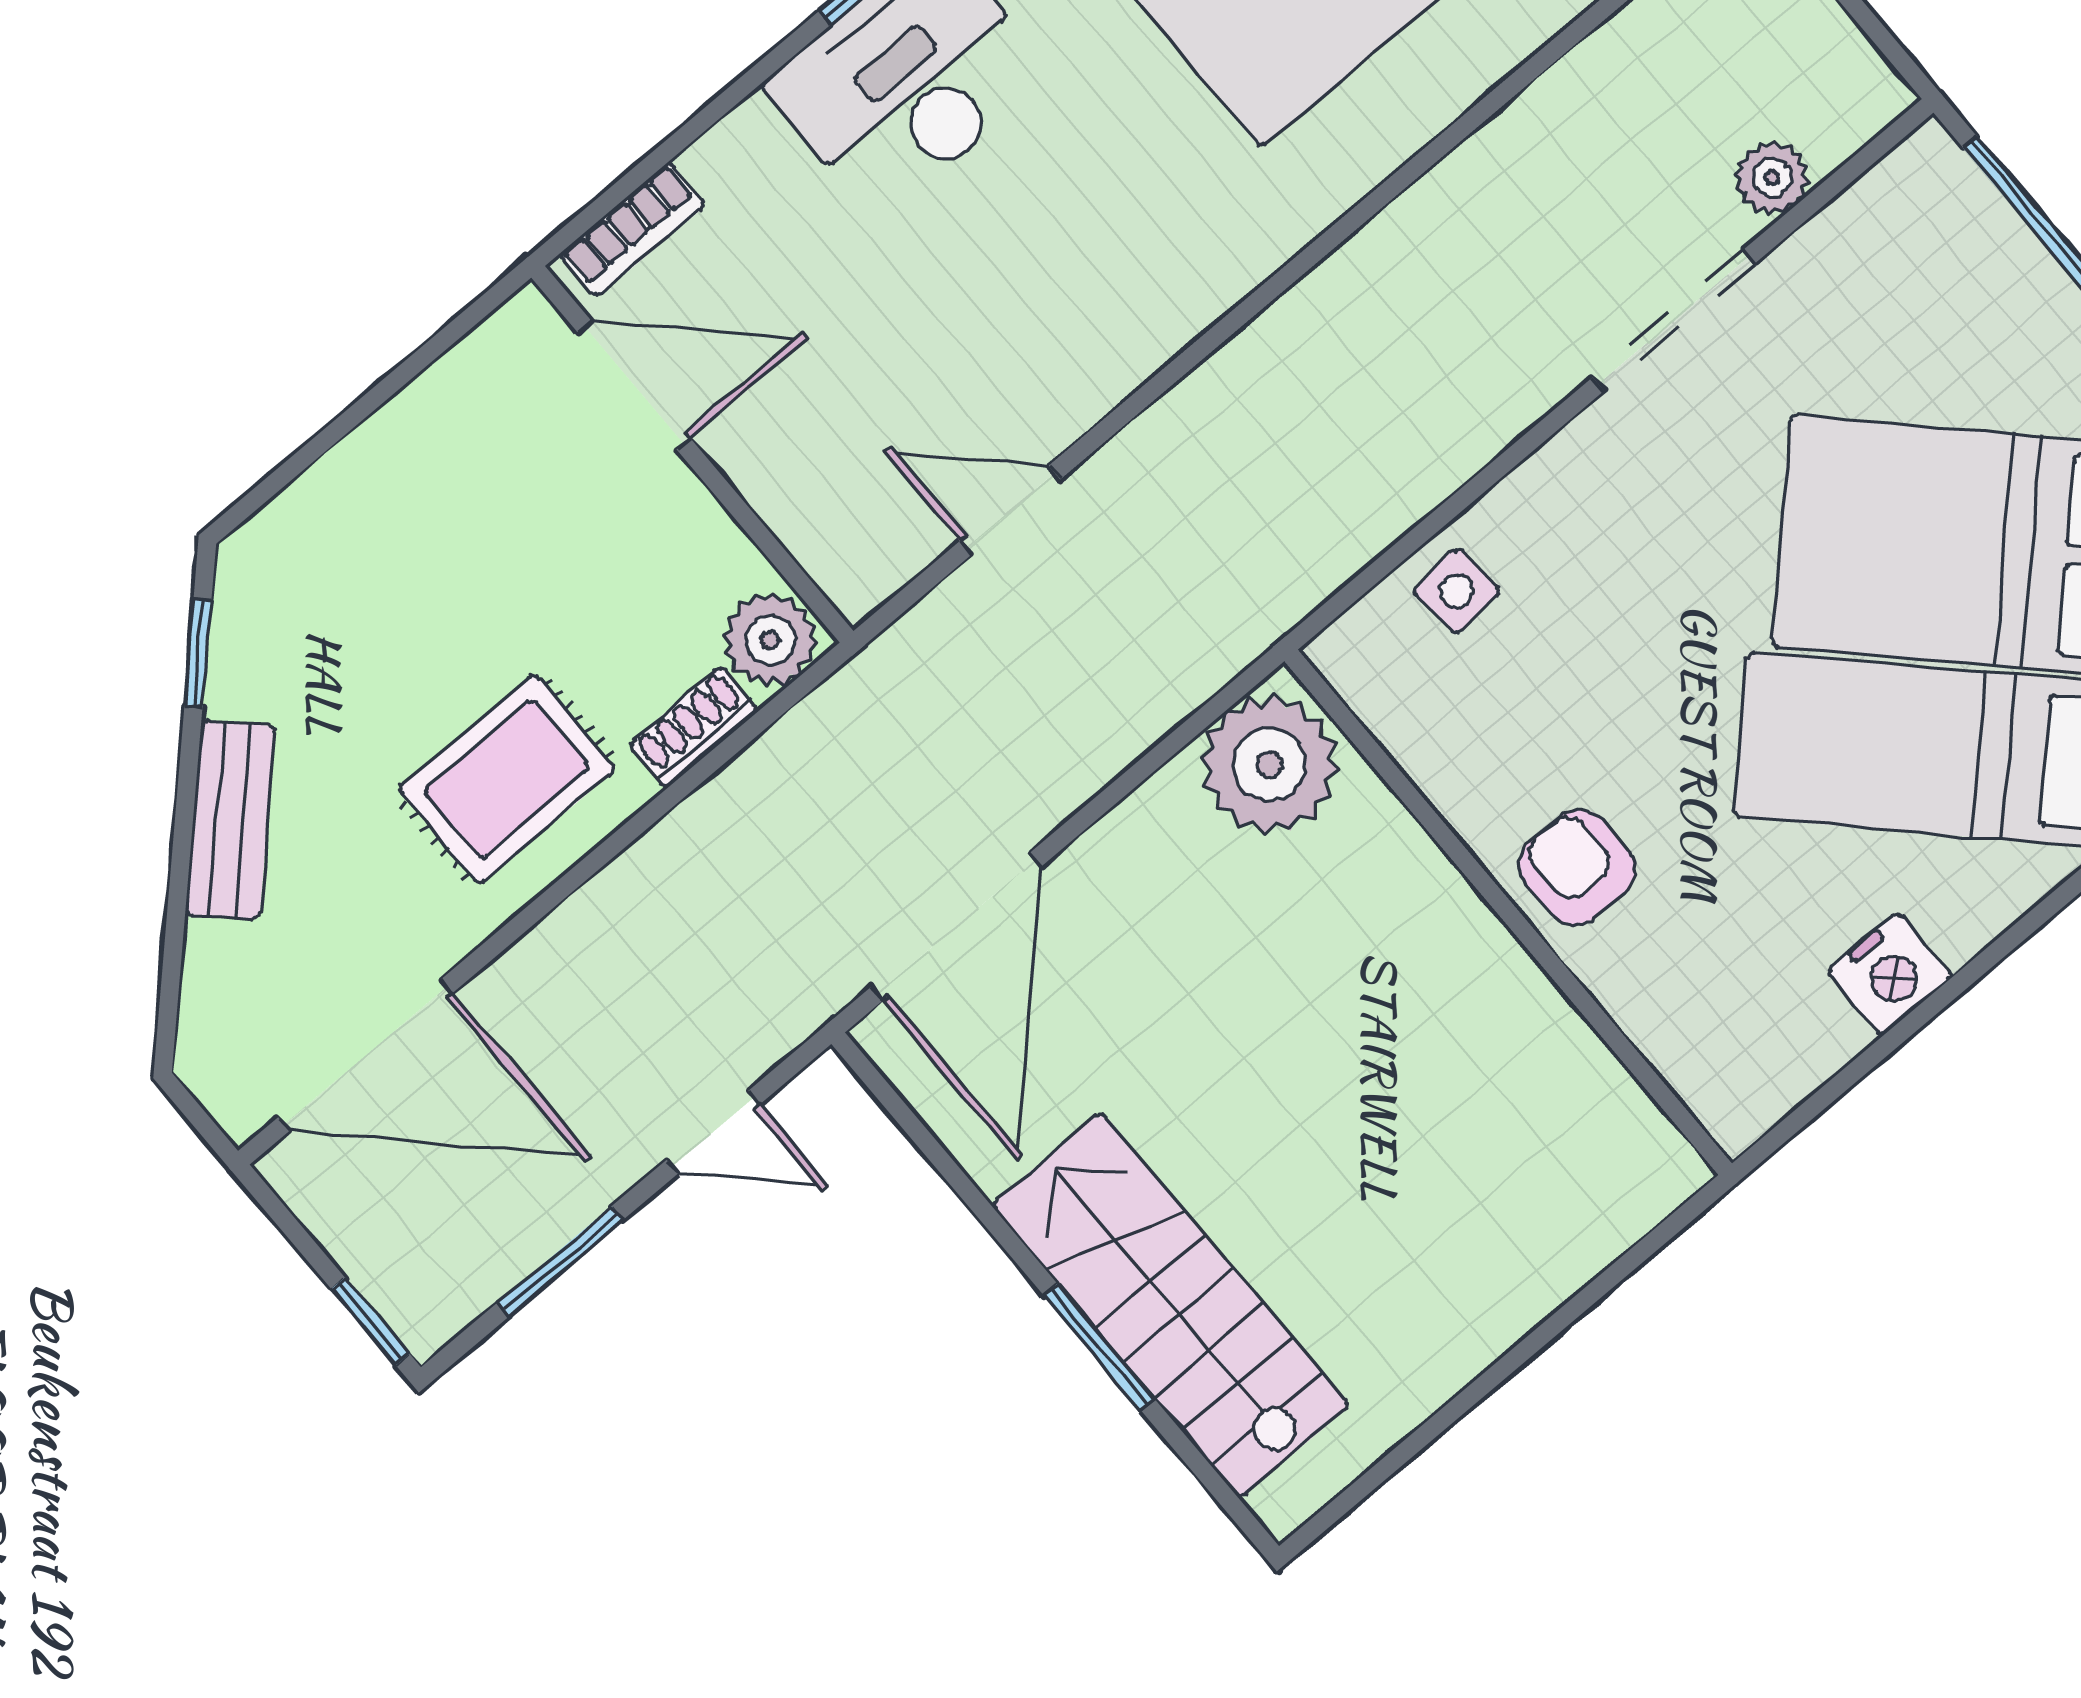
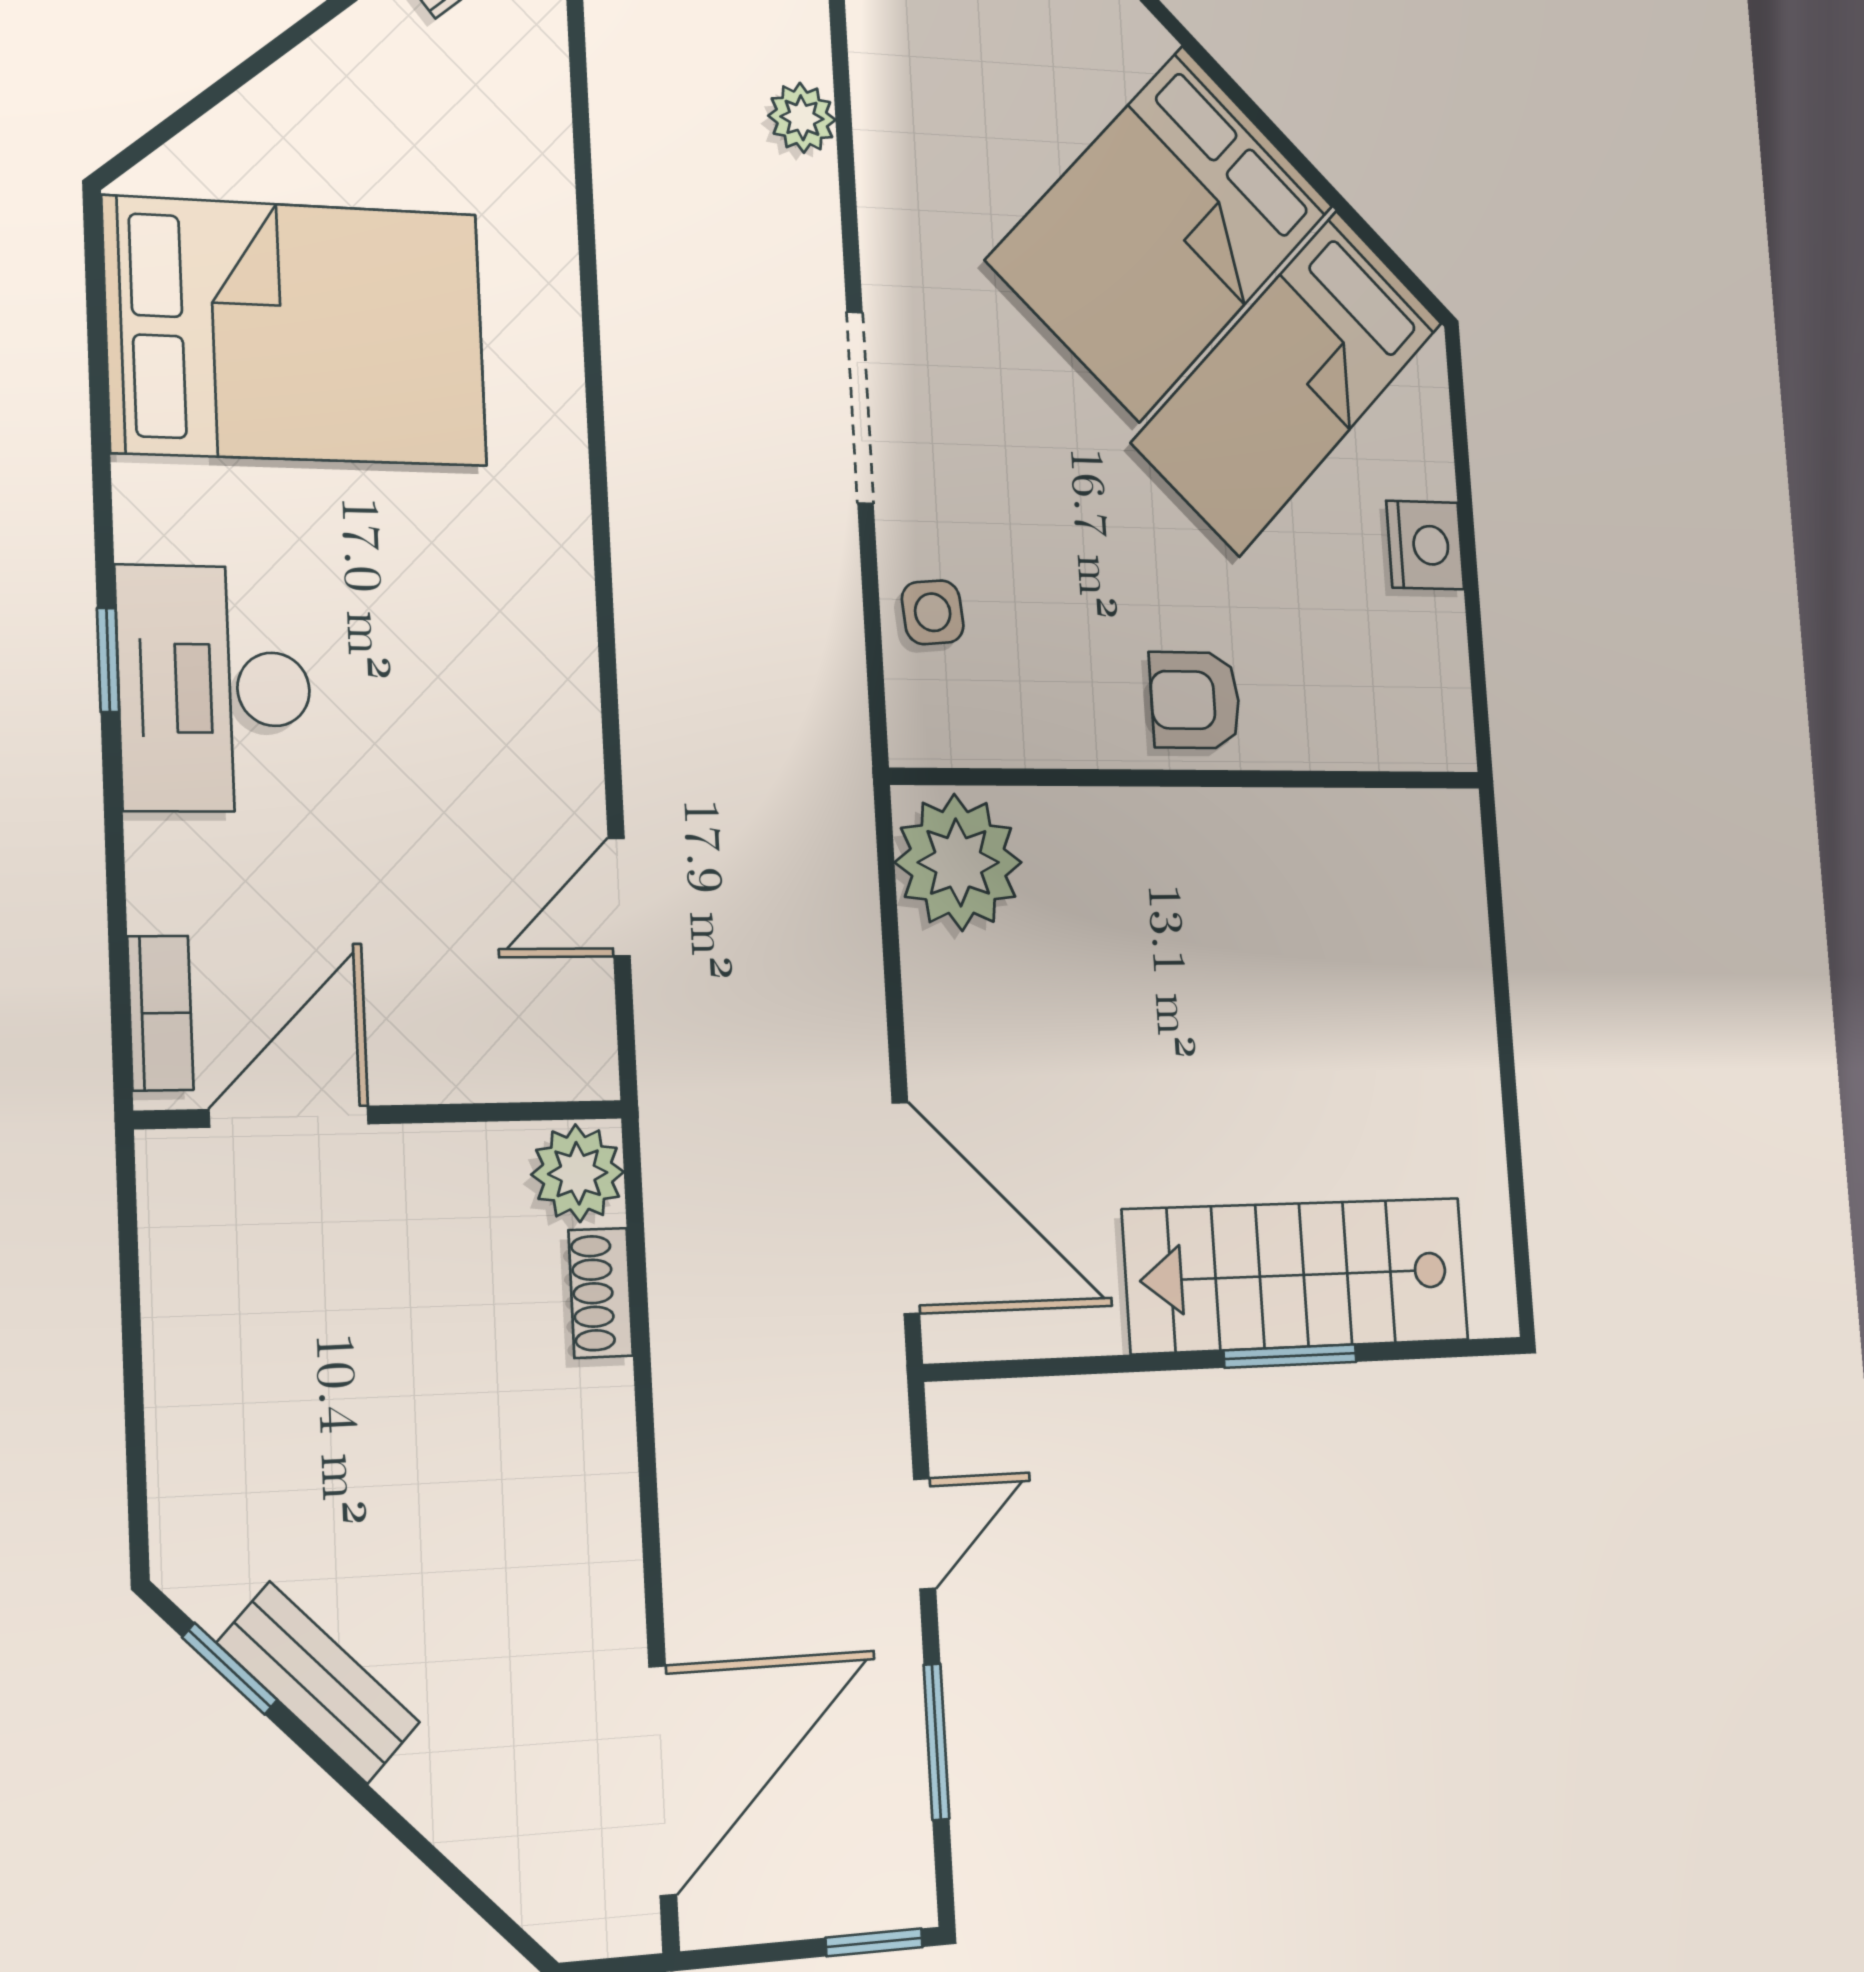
doorway: (1674, 320) -> (860, 408), moved
rug: (507, 779) -> (528, 1483), removed
bench: (230, 820) -> (319, 1683), moved

